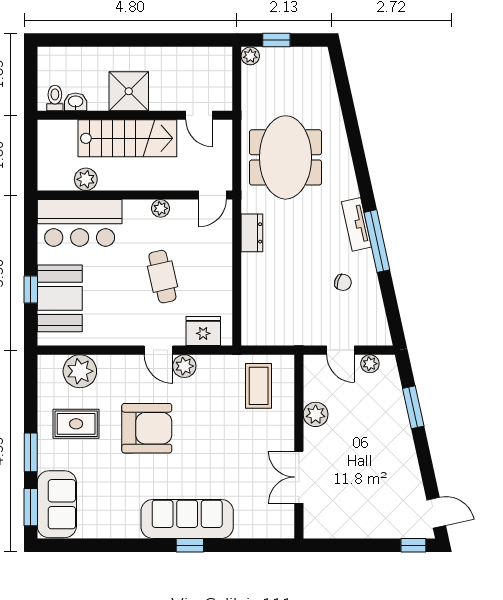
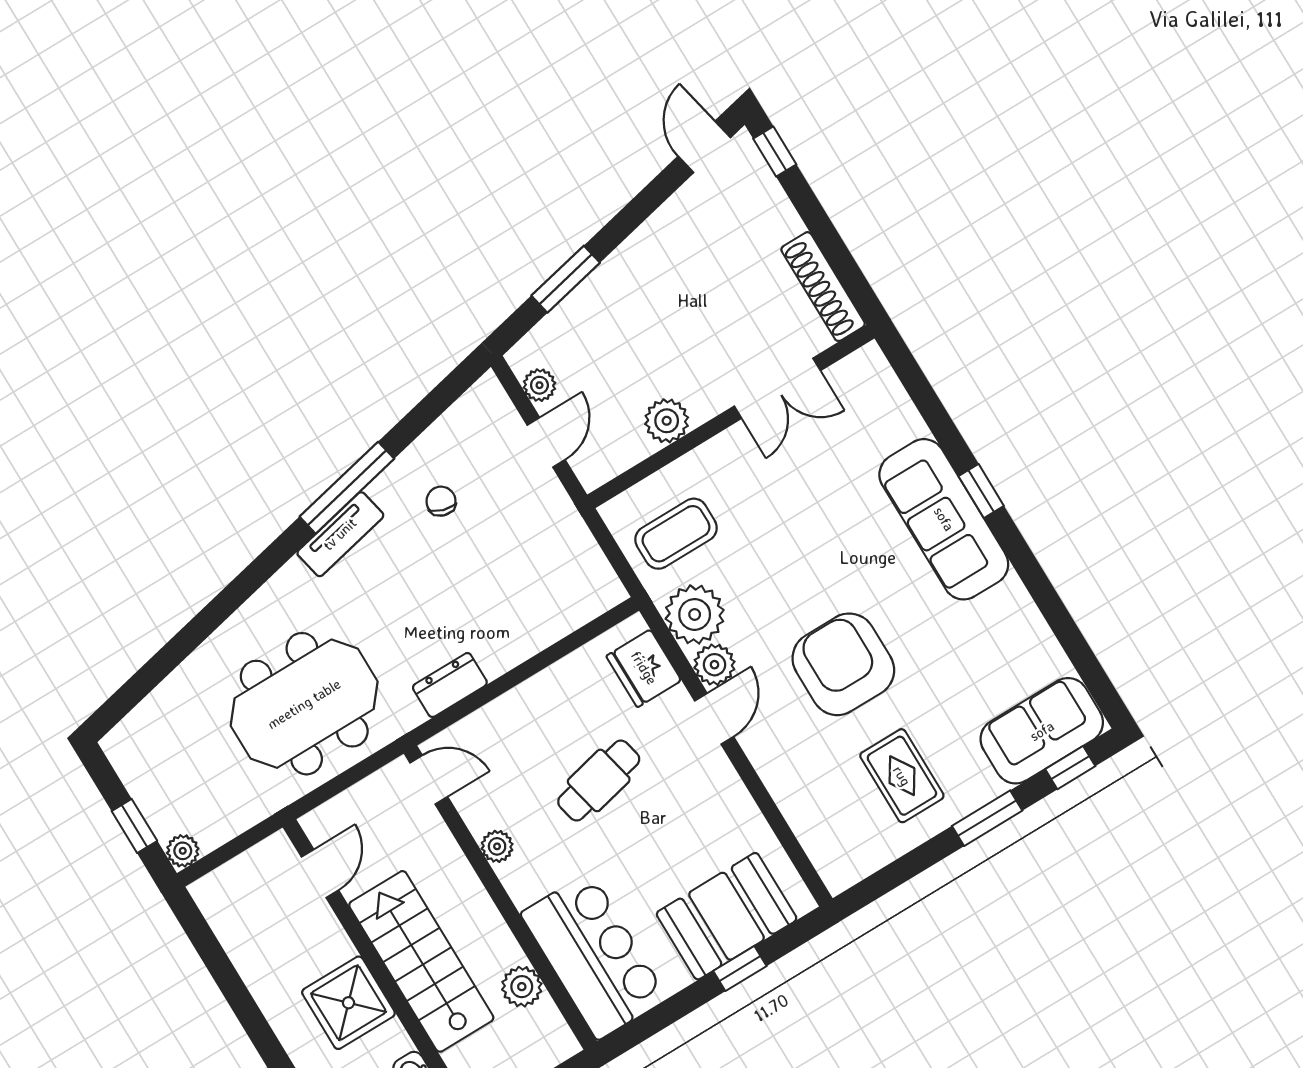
plant: (80, 371) -> (695, 614), moved
window: (31, 507) -> (1070, 768), width x0.67
shoe rack: (334, 529) -> (823, 287), added

